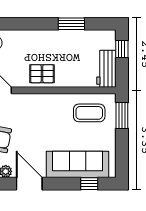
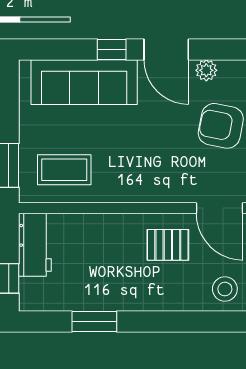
pallet: (42, 74) -> (168, 245), moved
window: (89, 184) -> (112, 49), moved

